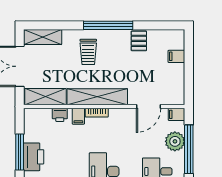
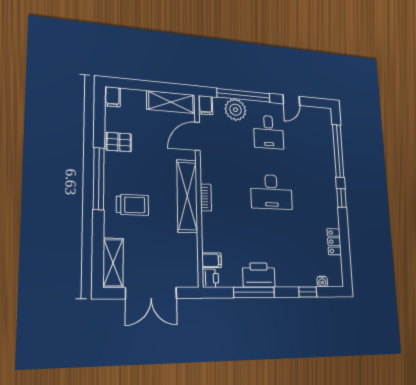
filing cabinet: (176, 56) -> (112, 97), moved
shelving: (45, 97) -> (171, 102), moved, turned 90
door: (149, 107) -> (197, 136), swing flipped
printer: (60, 115) -> (210, 278), moved
filing cabinet: (78, 116) -> (212, 260), moved

